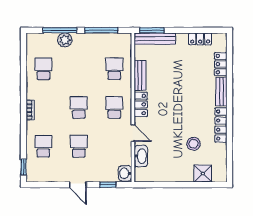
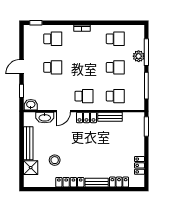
bench: (155, 39) -> (28, 143), moved
school desk: (79, 107) -> (115, 67), moved

